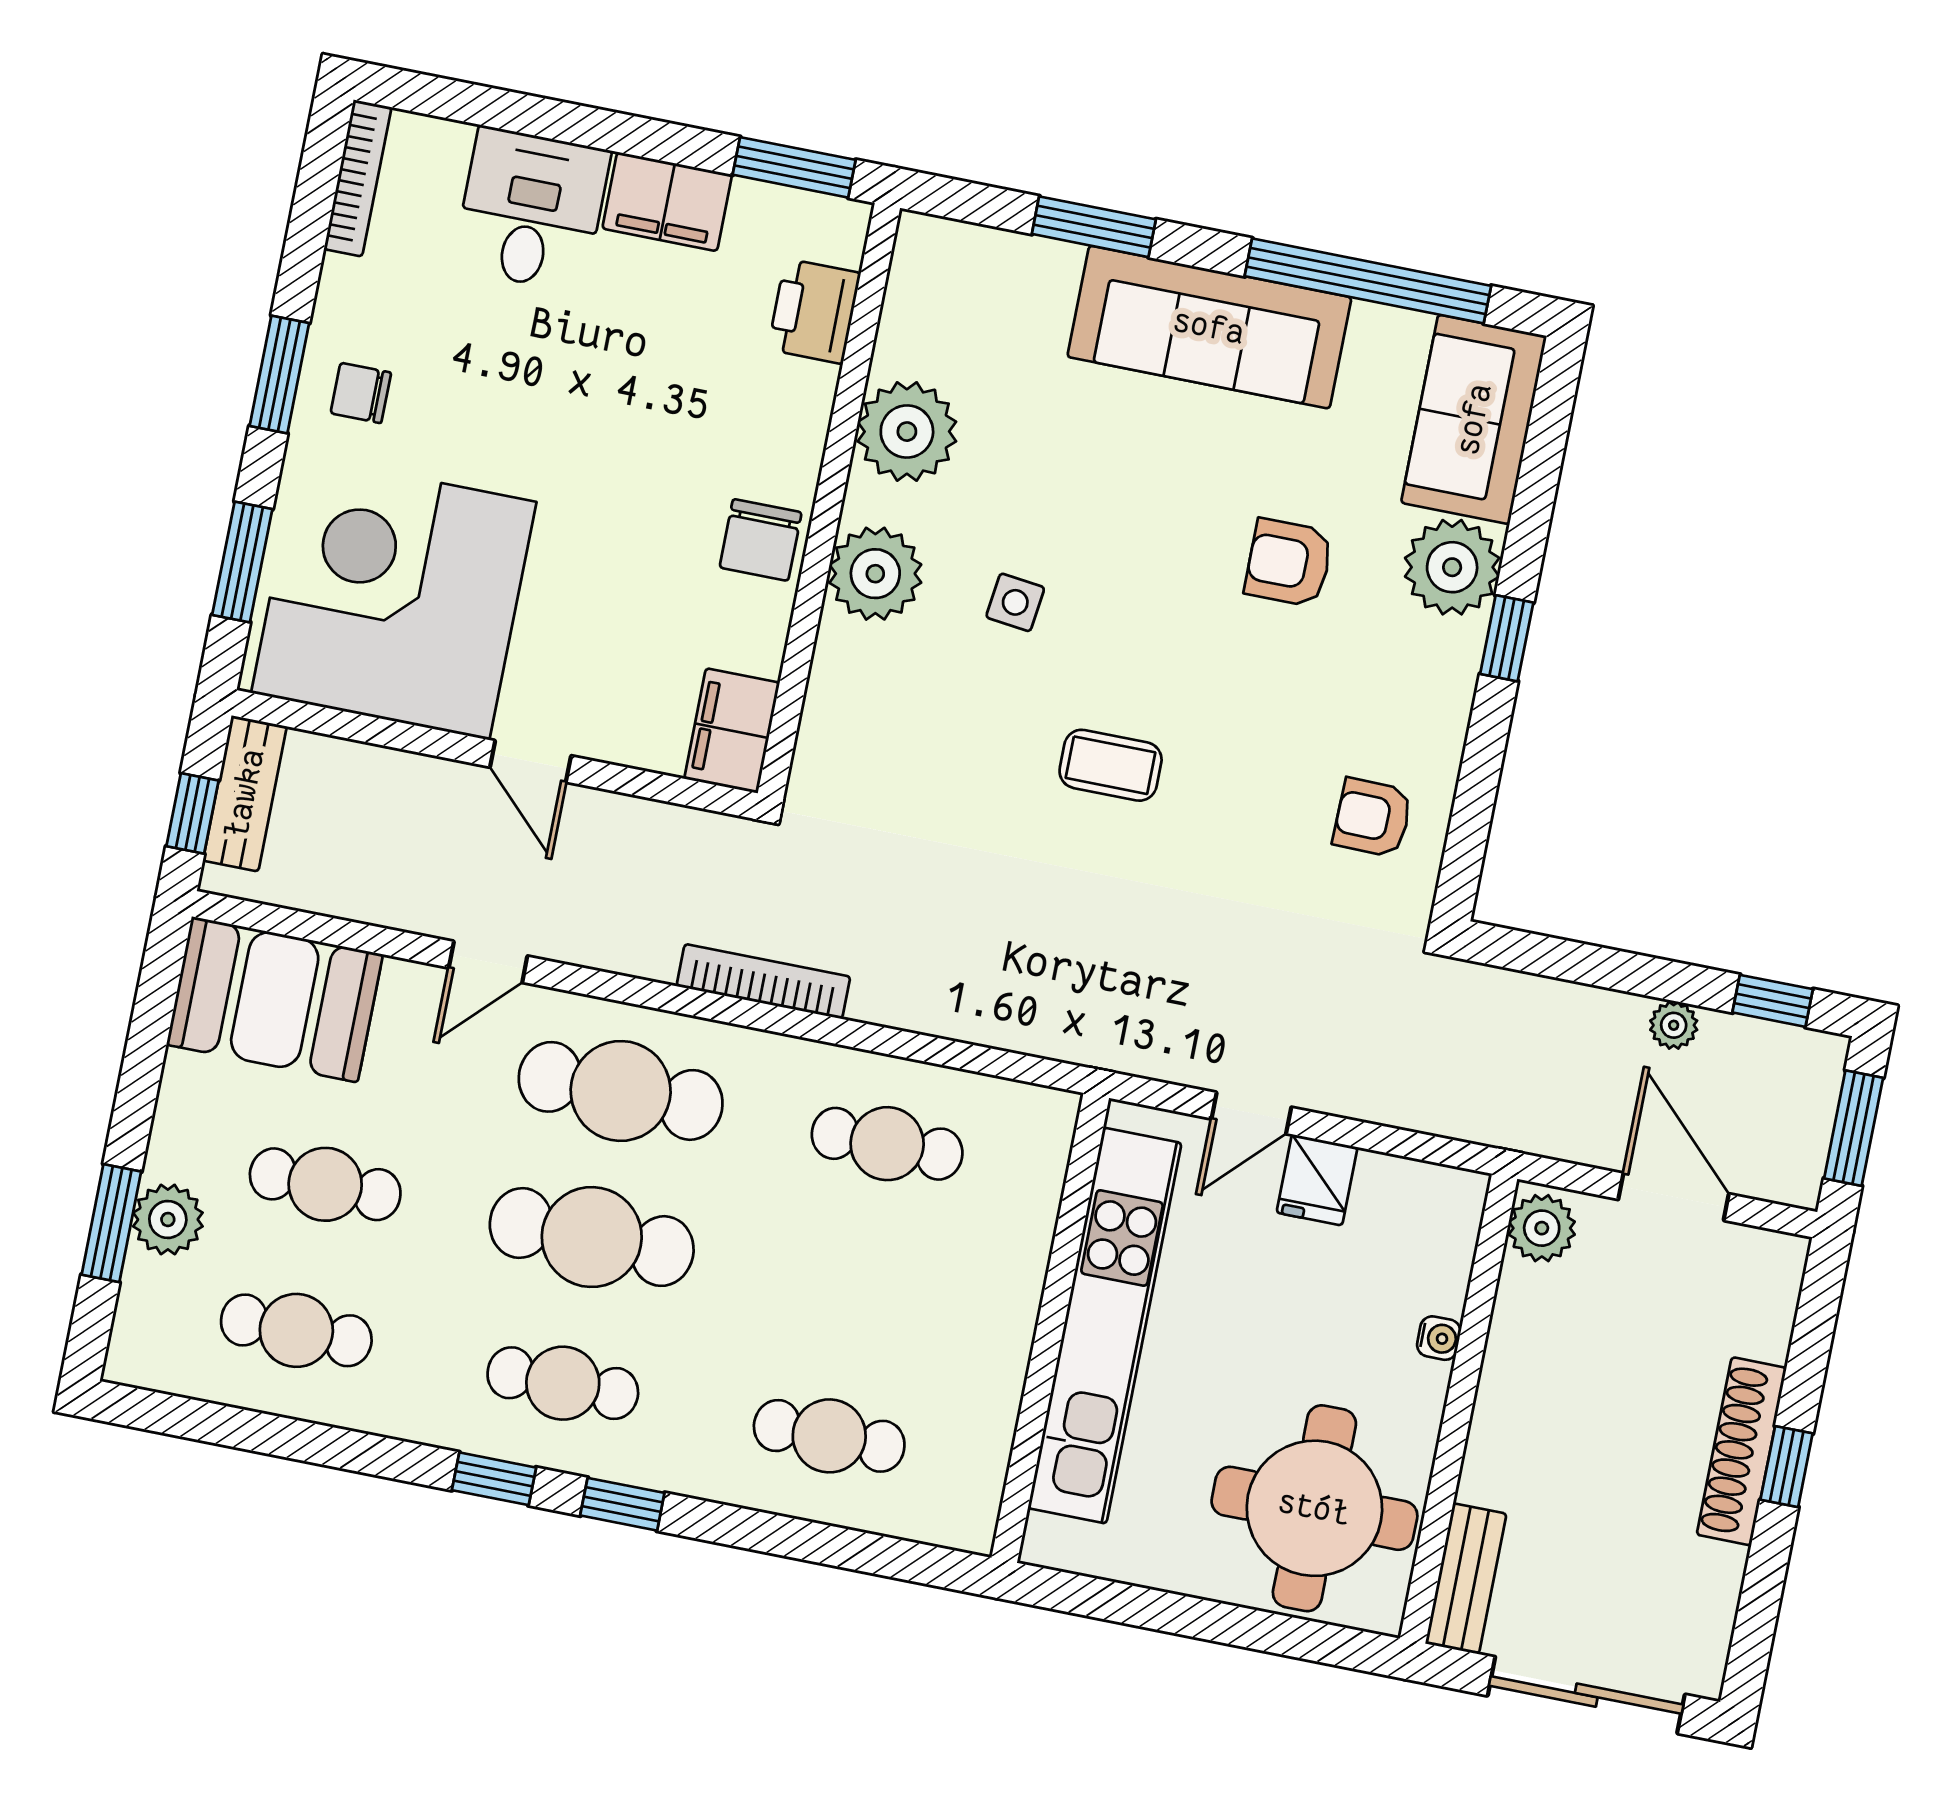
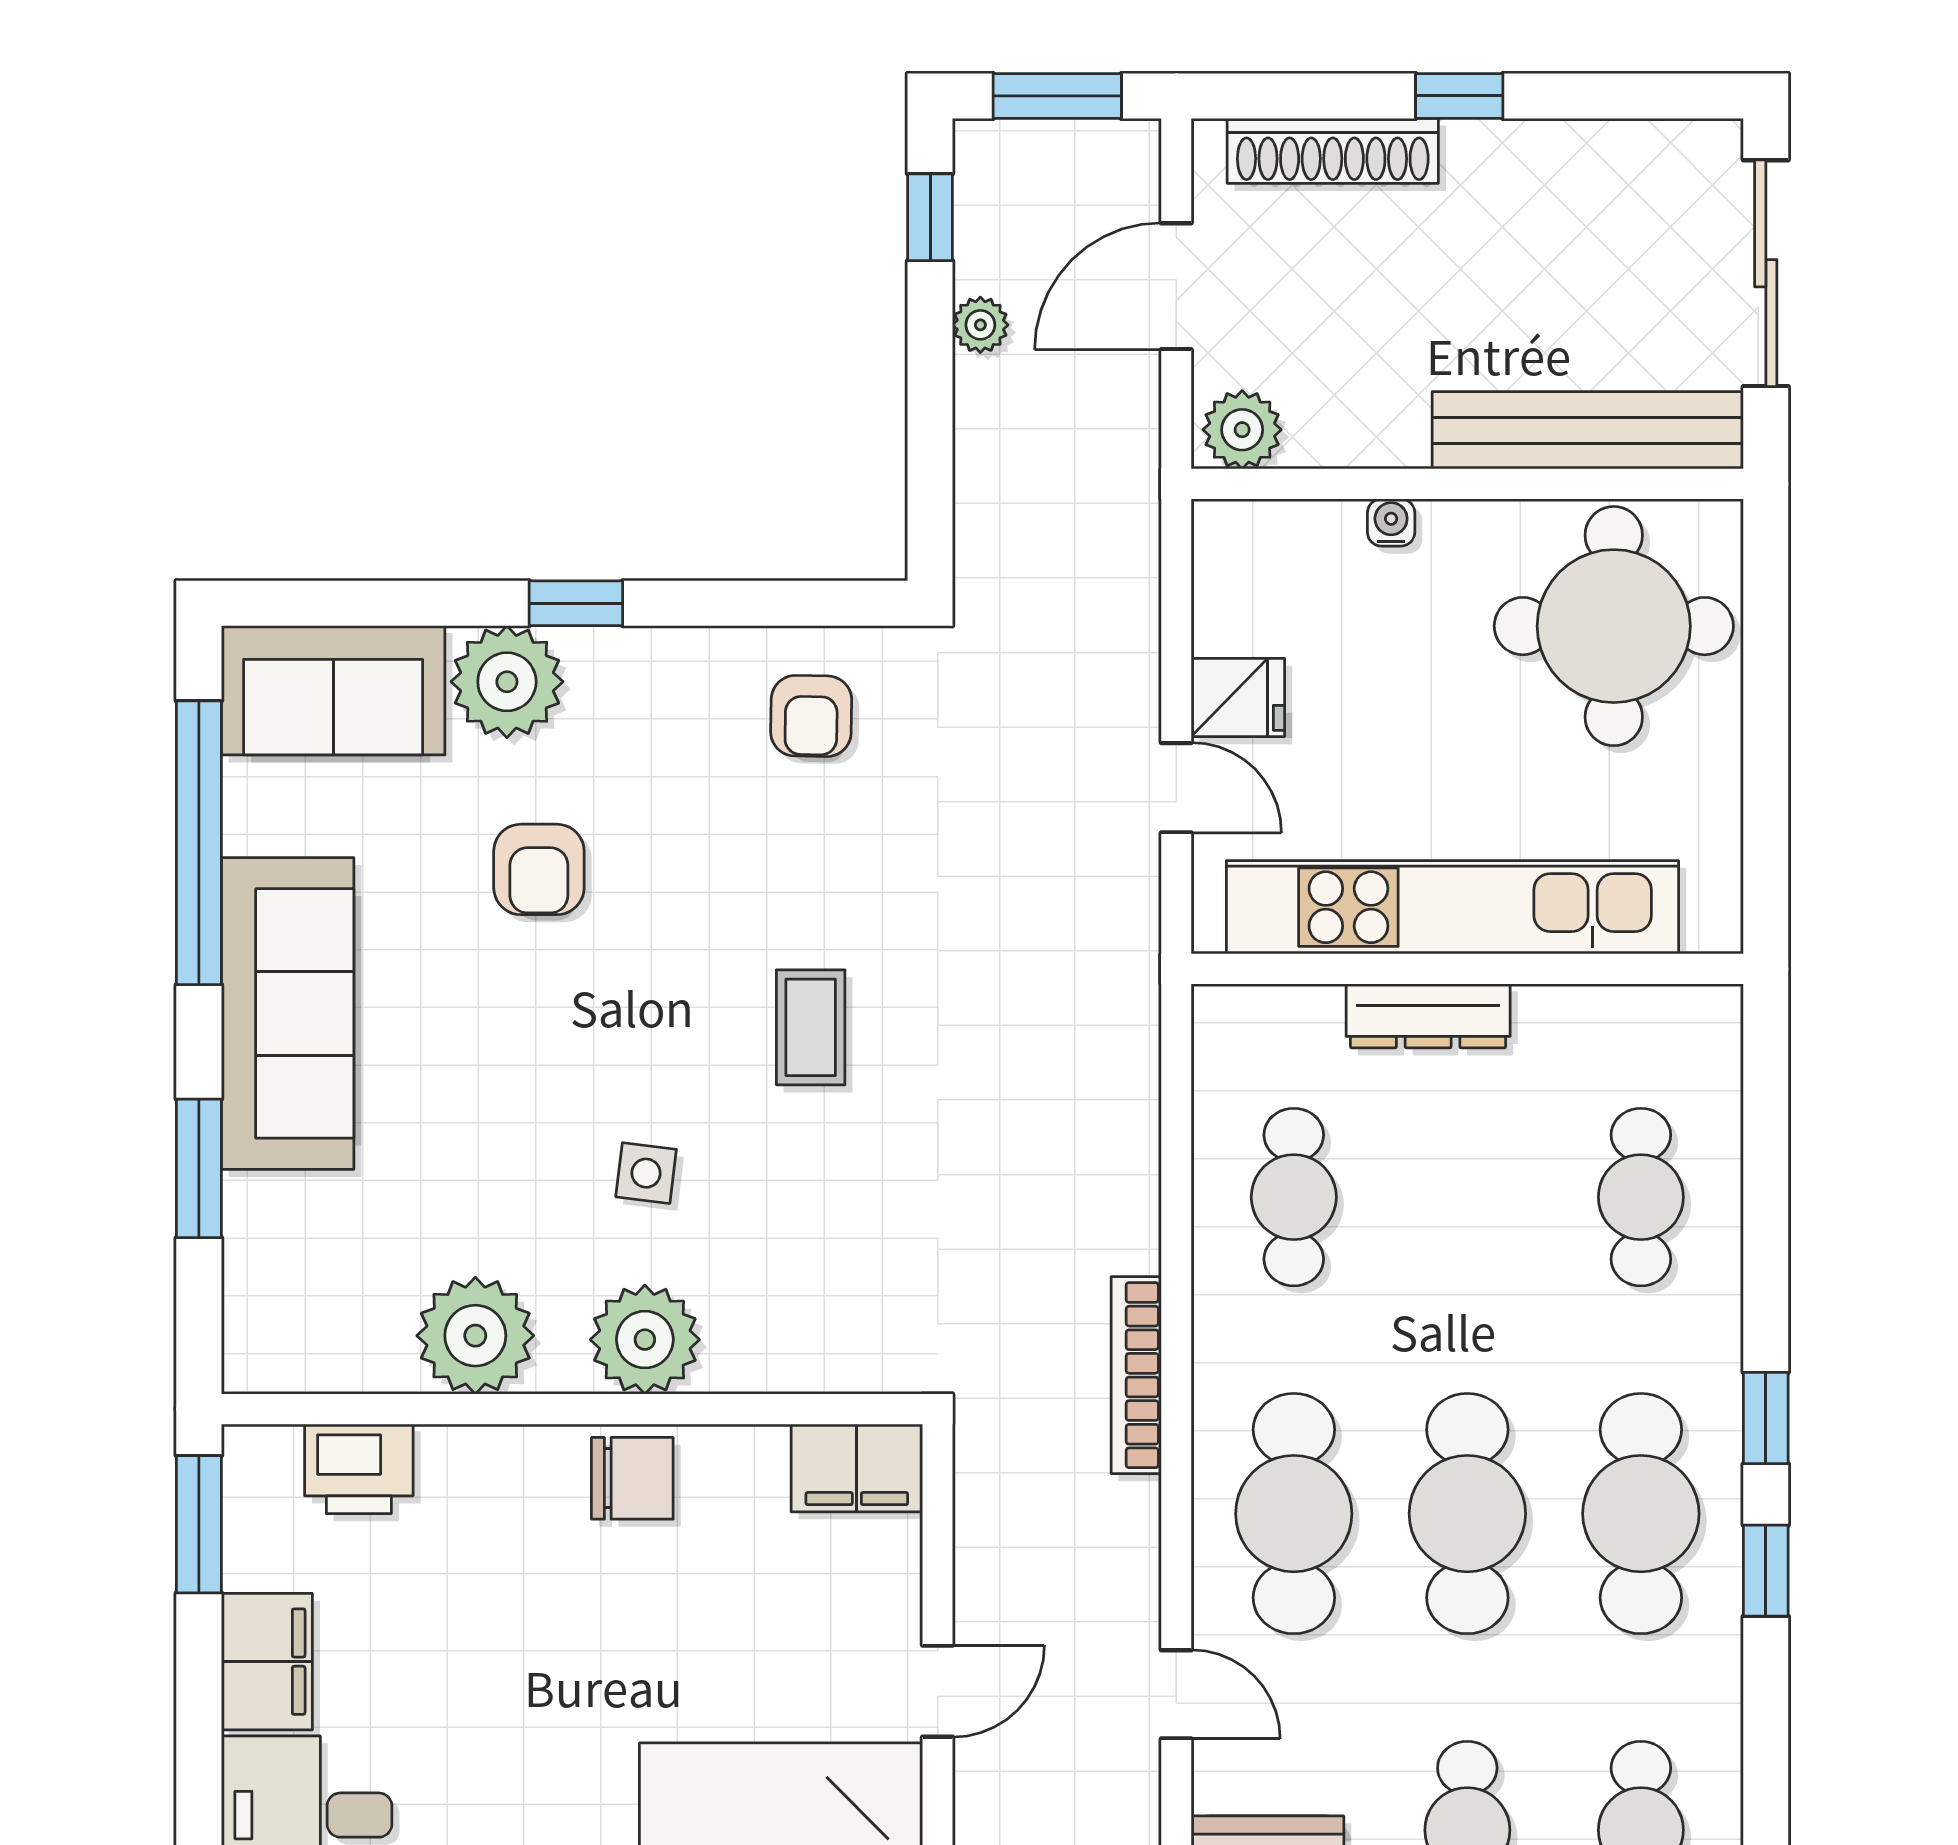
dresser: (1017, 1287) -> (1428, 1016), added
cafe table: (563, 1383) -> (1641, 1514), width x1.37, depth x1.35
shoe rack: (1742, 1451) -> (1333, 151), moved
bench: (1466, 1579) -> (1588, 430), width x1.86, depth x1.21

